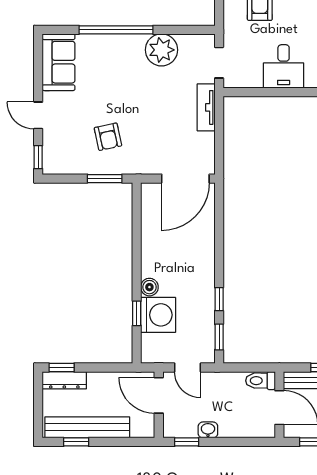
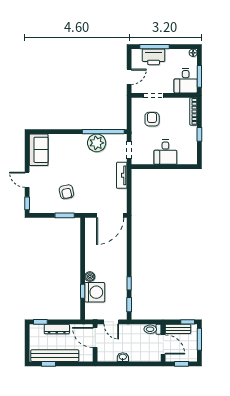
window: (116, 30) -> (103, 132), moved
dresser: (64, 380) -> (57, 329), moved
window: (187, 442) -> (111, 364), removed

